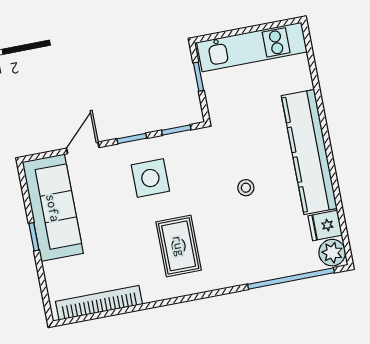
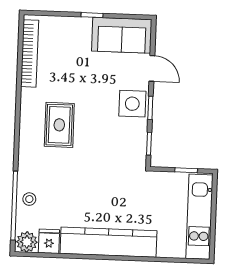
side table: (150, 178) -> (132, 104), moved
stool: (246, 188) -> (29, 199), moved
sofa: (53, 208) -> (122, 35), width x0.73
rug: (179, 246) -> (59, 125), turned 90

